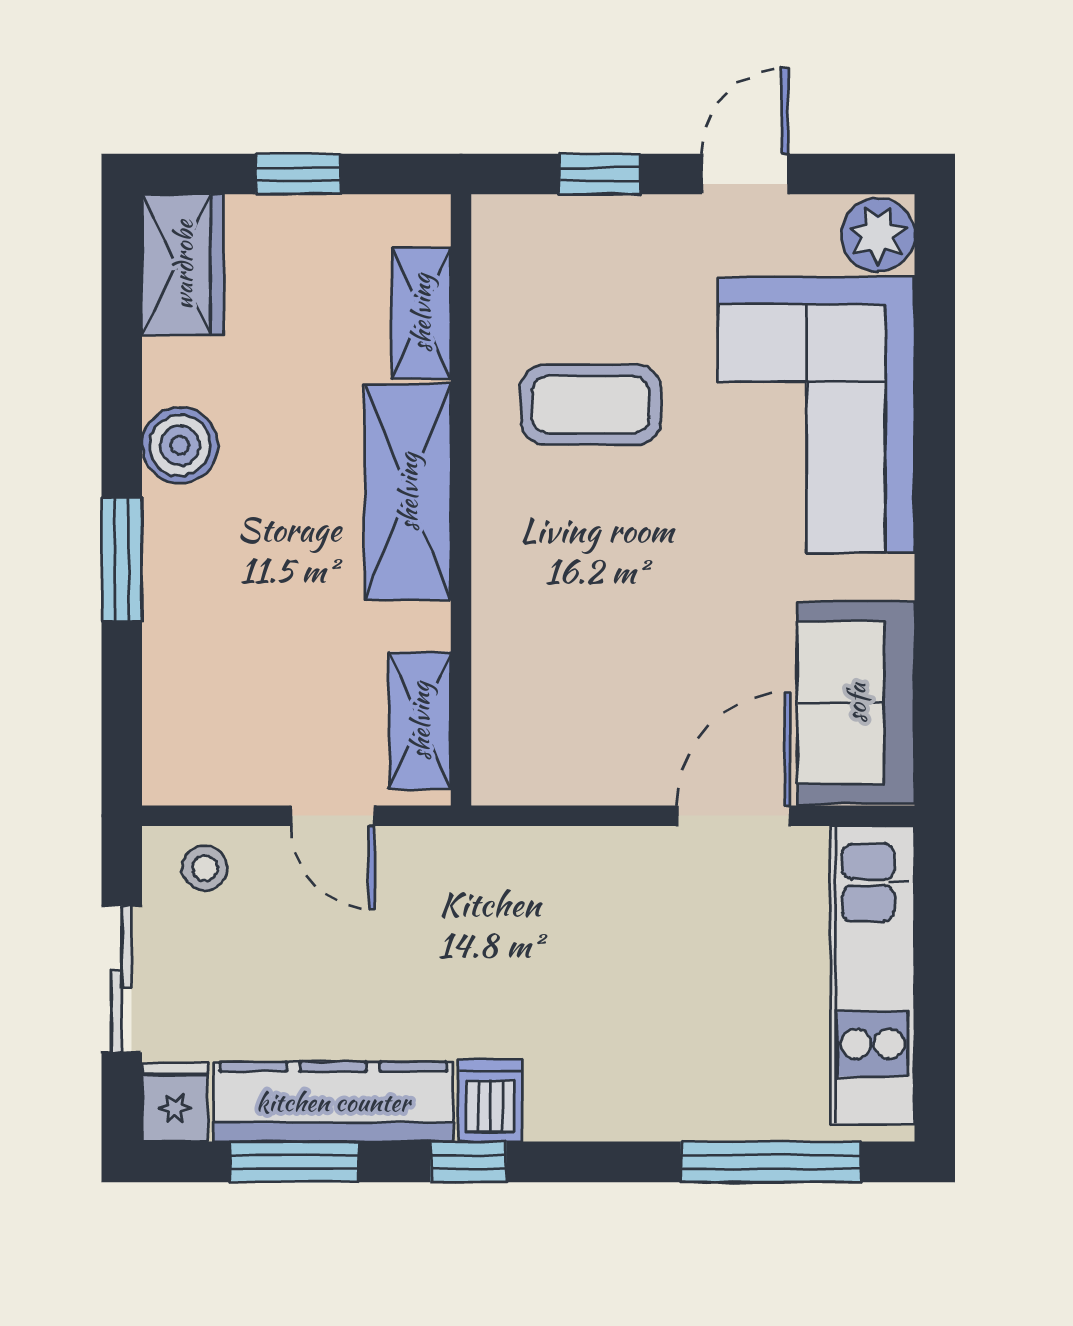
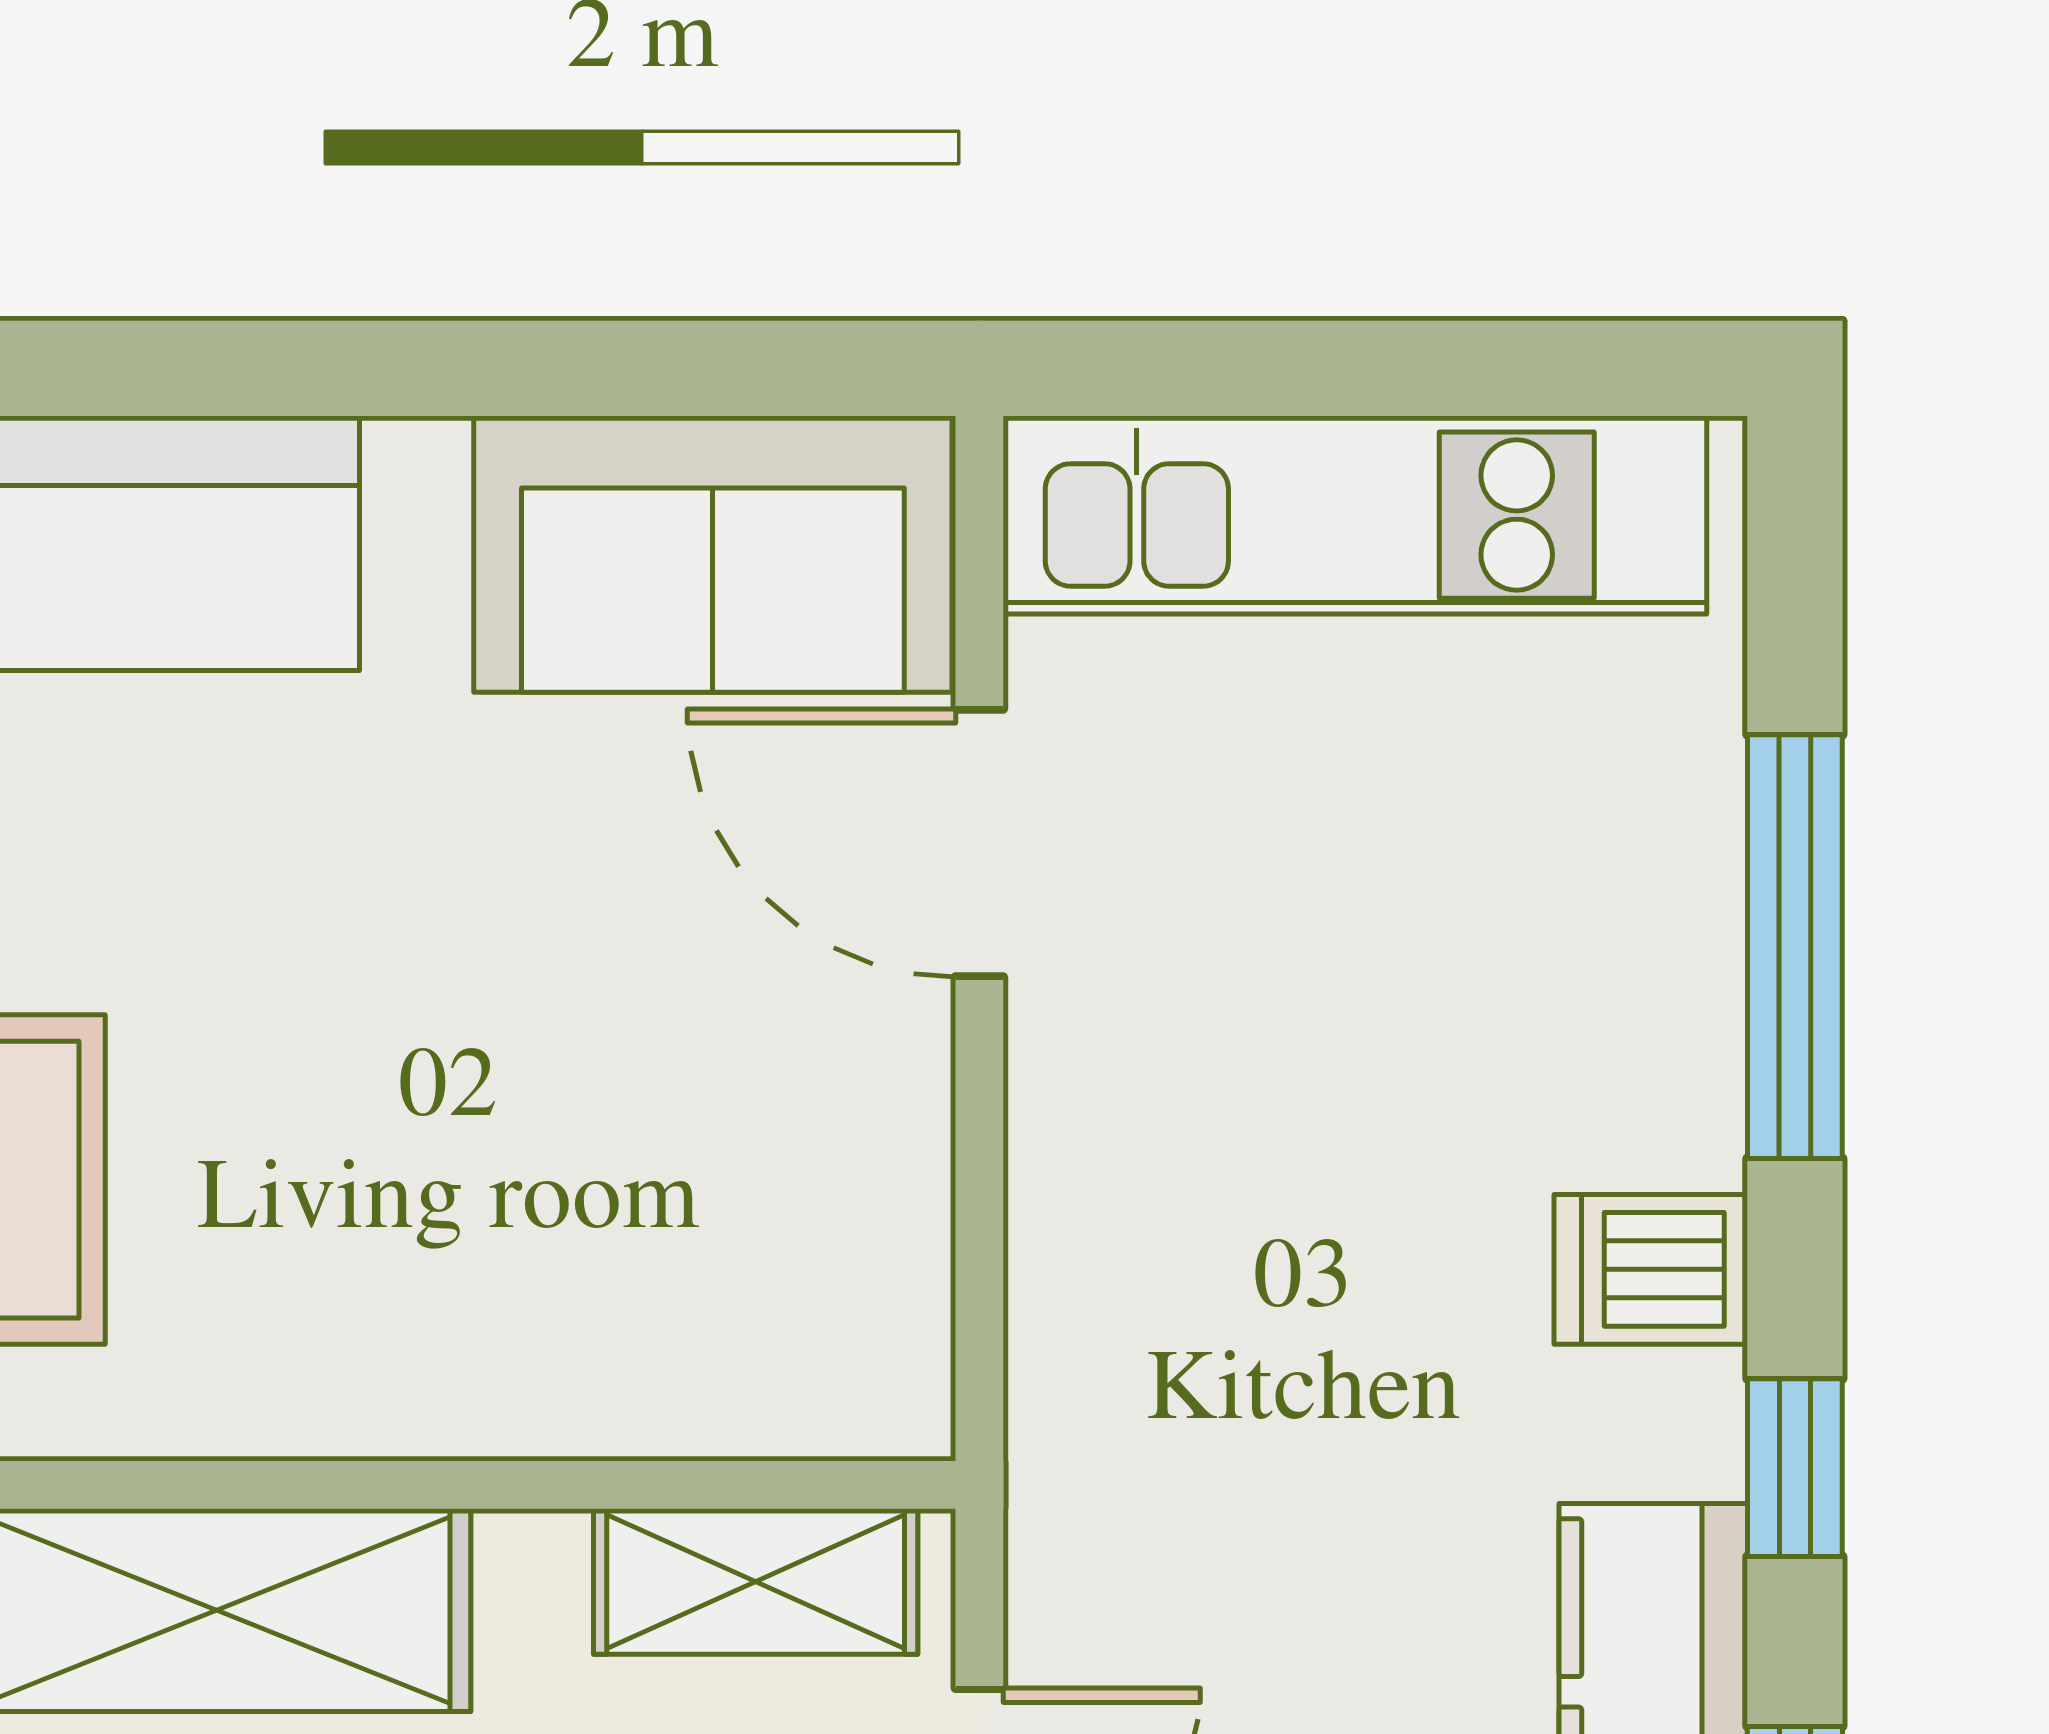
dishwasher: (490, 1101) -> (1651, 1269), moved
window: (771, 1162) -> (1795, 947), moved

